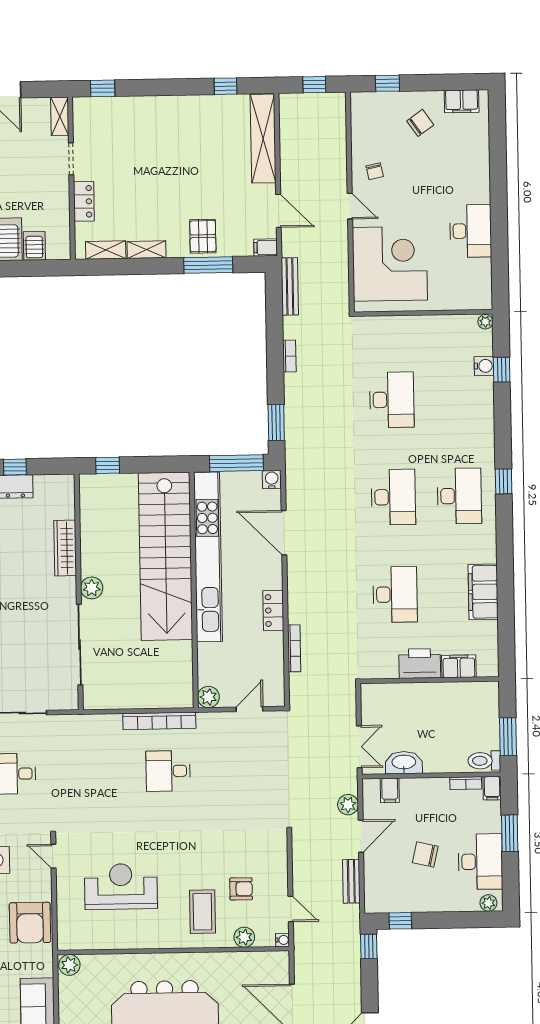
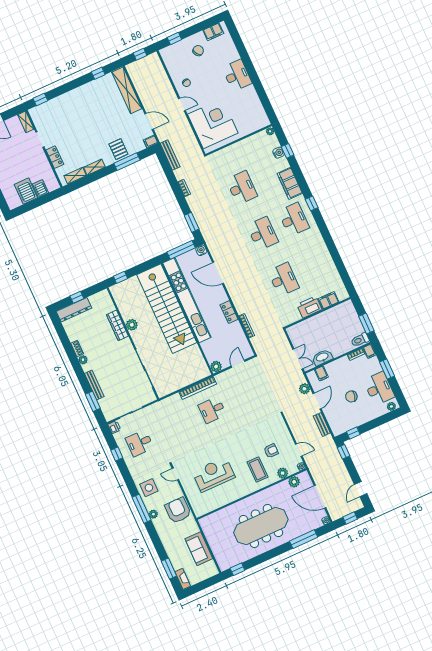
desk: (471, 231) -> (237, 75), moved
plant: (92, 588) -> (132, 325), moved
filing cabinet: (483, 592) -> (290, 183), moved
armchair: (30, 923) -> (178, 510), turned 180
plant: (69, 965) -> (294, 482), moved

